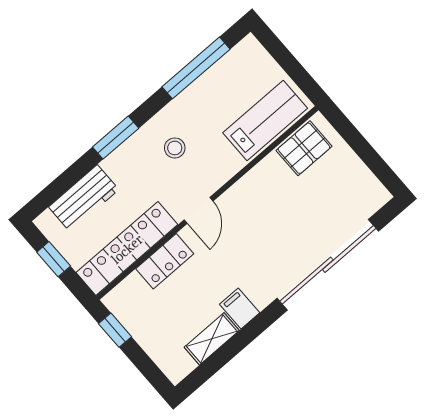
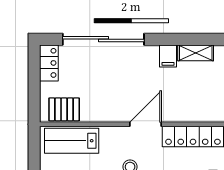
door: (199, 210) -> (146, 124), width x1.38
locker: (165, 261) -> (49, 63), moved, turned 90

